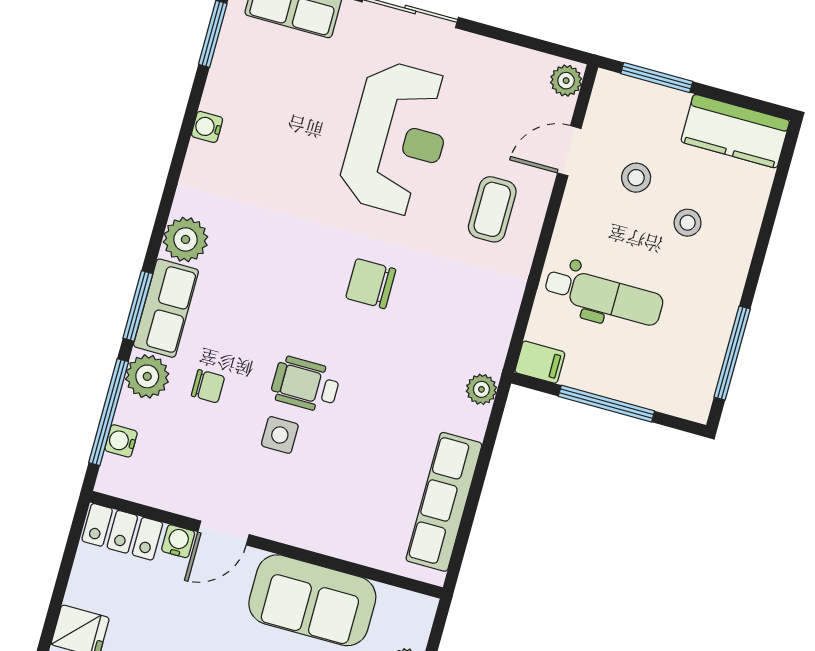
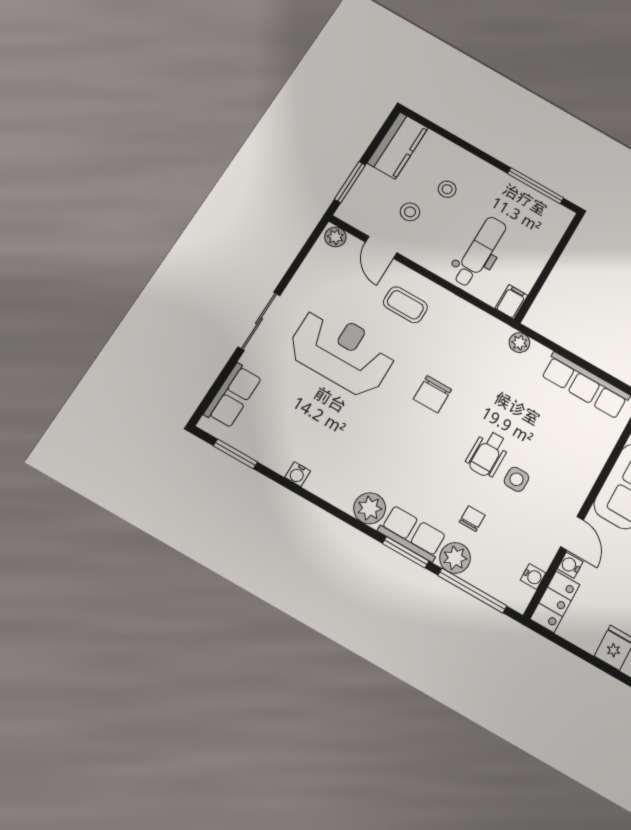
window: (606, 404) -> (548, 269), removed
water cooler: (121, 441) -> (533, 576), moved, turned -90

